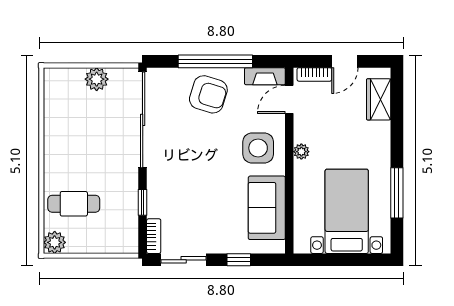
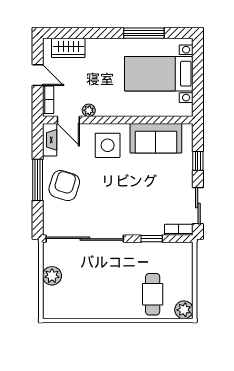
window: (215, 61) -> (38, 180), width x0.68
plant: (301, 152) -> (89, 110), moved

